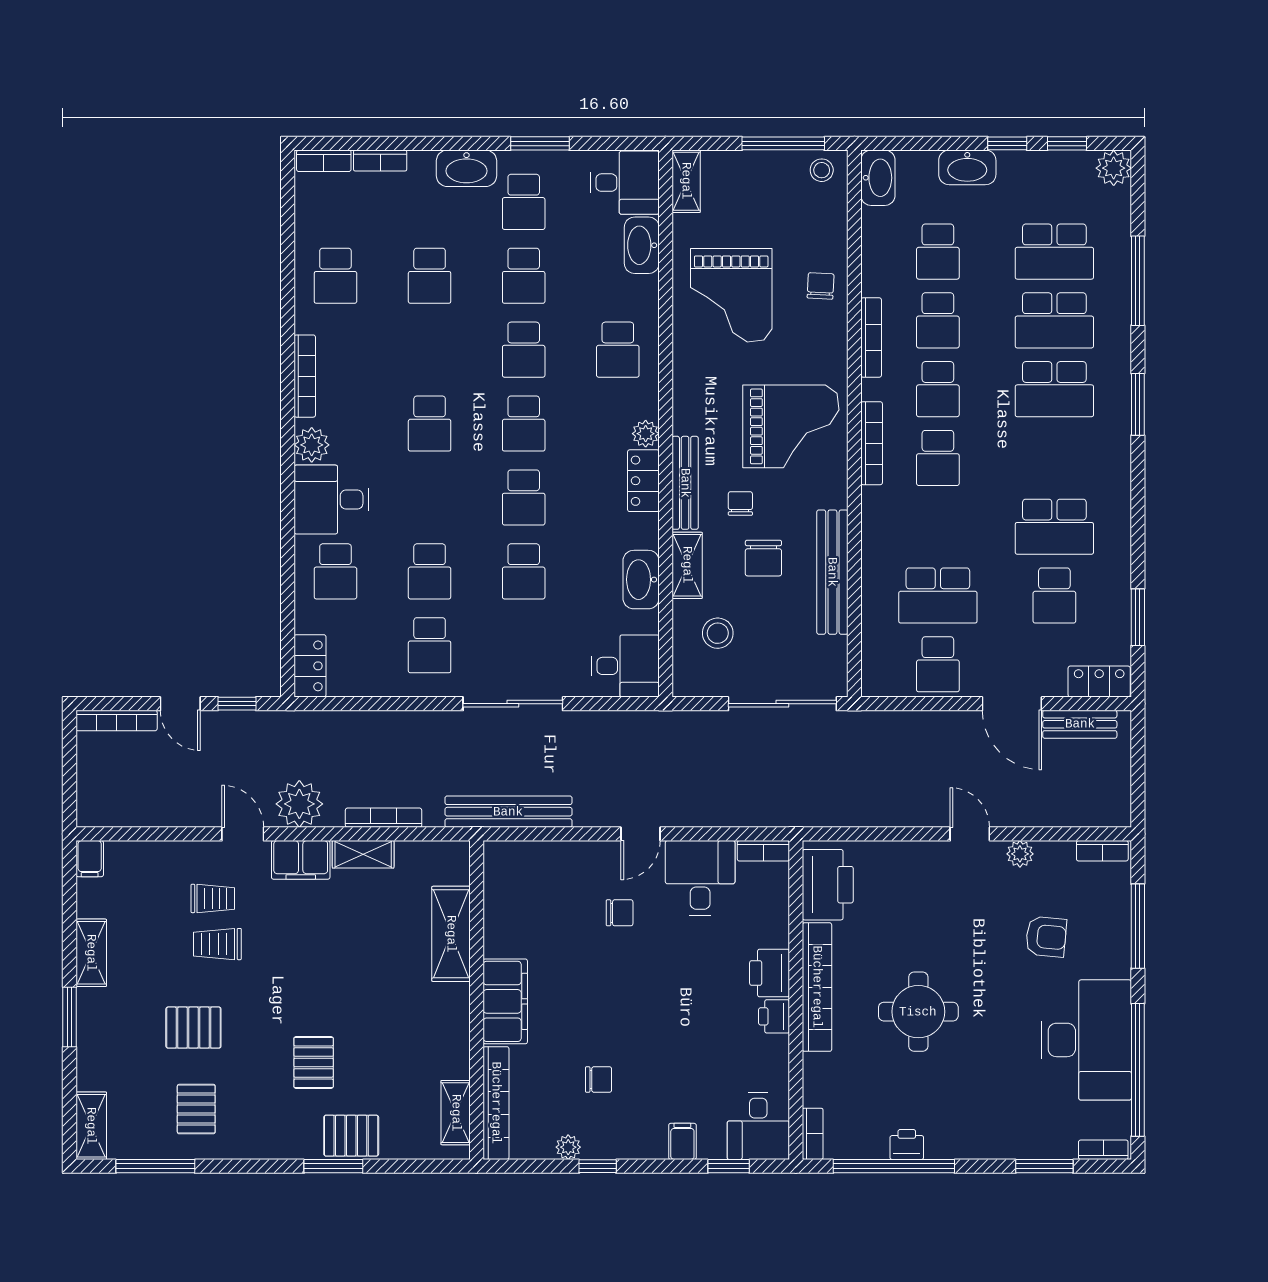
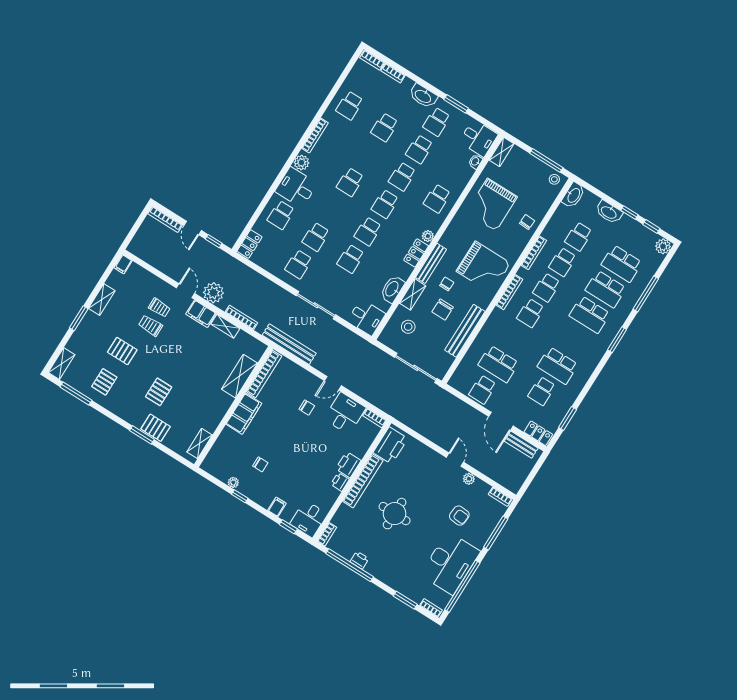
washbasin: (642, 245) -> (475, 162), width x0.52, depth x0.69
bookcase: (496, 1103) -> (264, 374), moved

